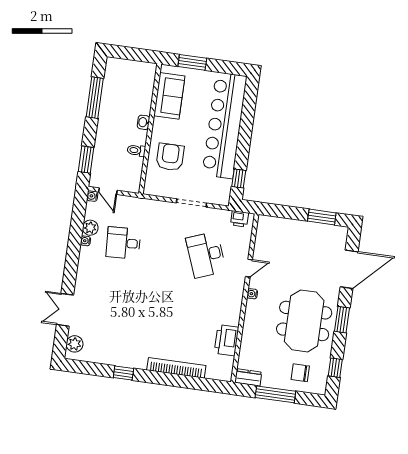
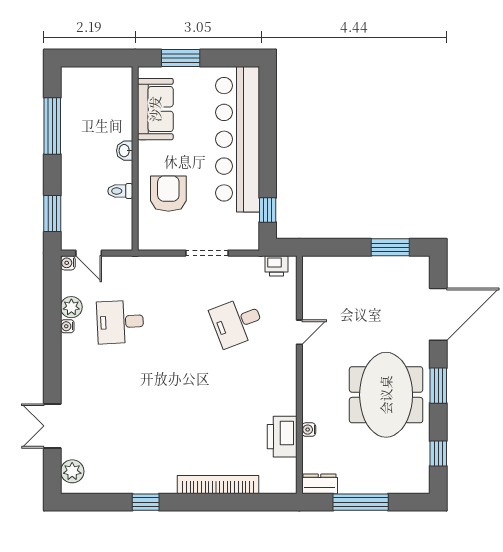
desk: (206, 255) -> (237, 322), width x0.73
water cooler: (252, 294) -> (309, 430), moved
chair: (300, 373) -> (391, 467), removed

